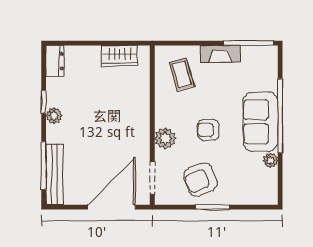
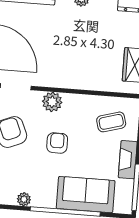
sofa: (261, 122) -> (86, 195), moved

